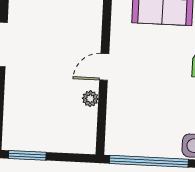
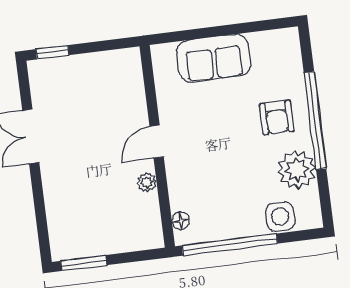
floor lamp: (112, 135) -> (181, 221), added

